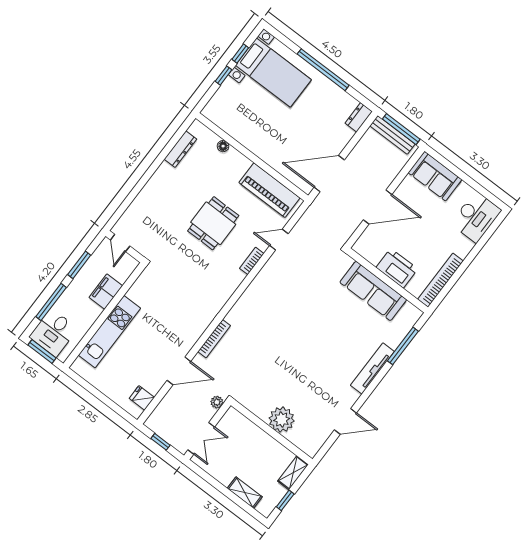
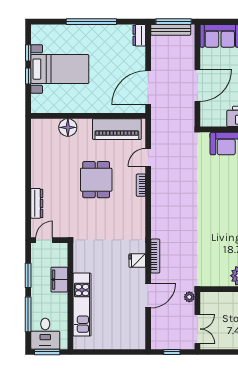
bed with nightstands: (273, 73) -> (60, 69), moved
floor lamp: (223, 146) -> (68, 127), width x1.89, depth x1.89
dresser: (180, 149) -> (37, 203), moved
door: (120, 243) -> (44, 240), swing flipped
fridge: (142, 398) -> (137, 261), moved

